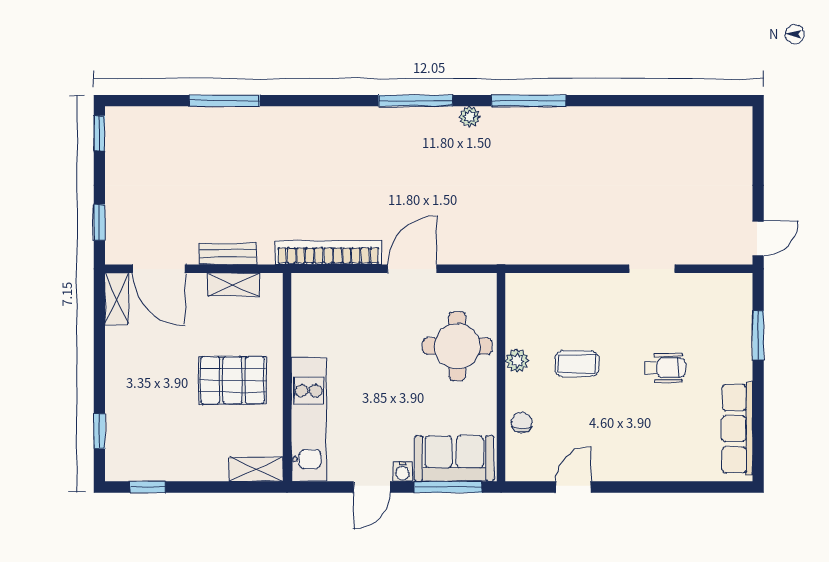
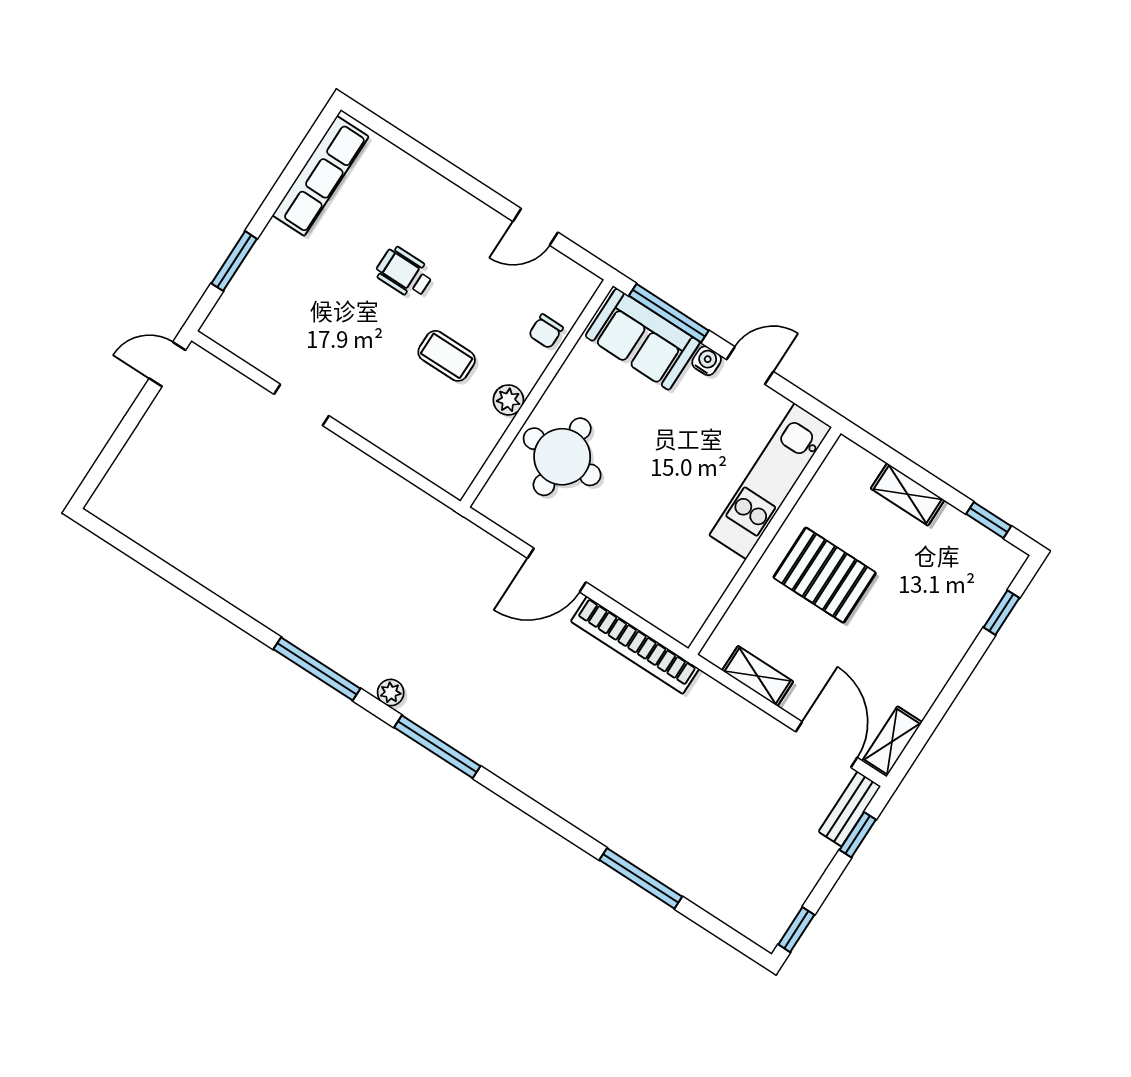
bench: (228, 254) -> (850, 809), moved, turned 90
wheelchair: (665, 368) -> (404, 273), moved
shelving: (256, 469) -> (908, 494), moved

